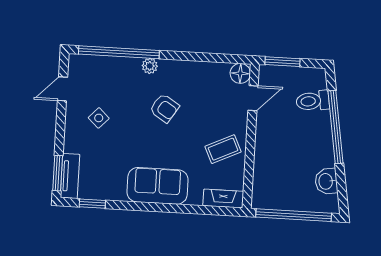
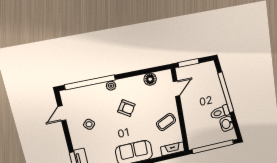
floor lamp: (240, 73) -> (150, 79), moved
toilet: (313, 101) -> (220, 112), moved

